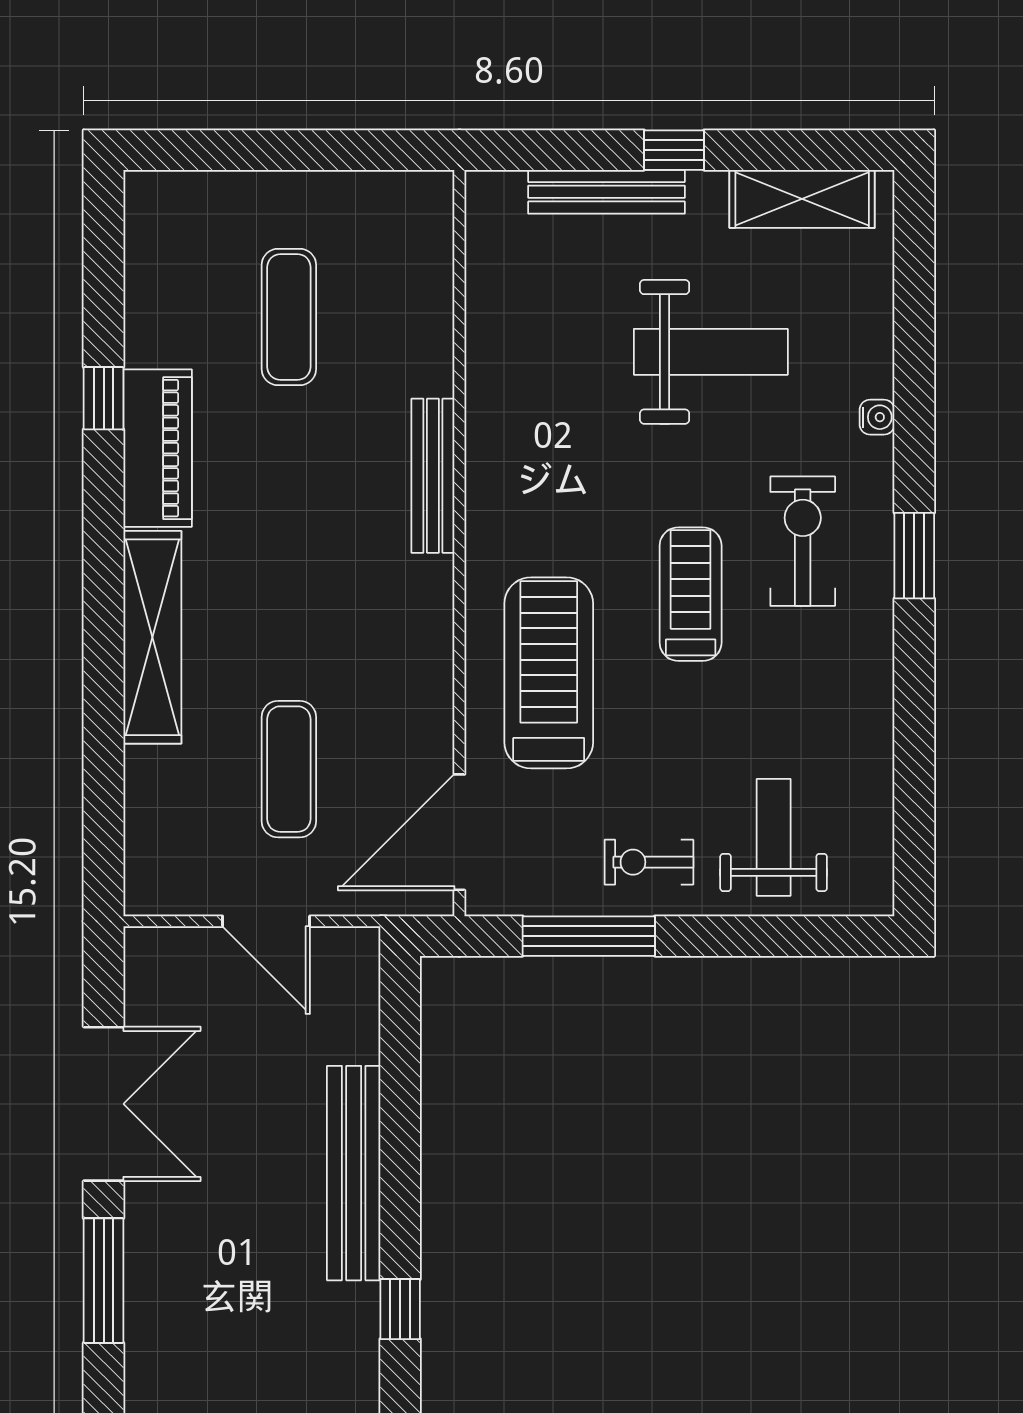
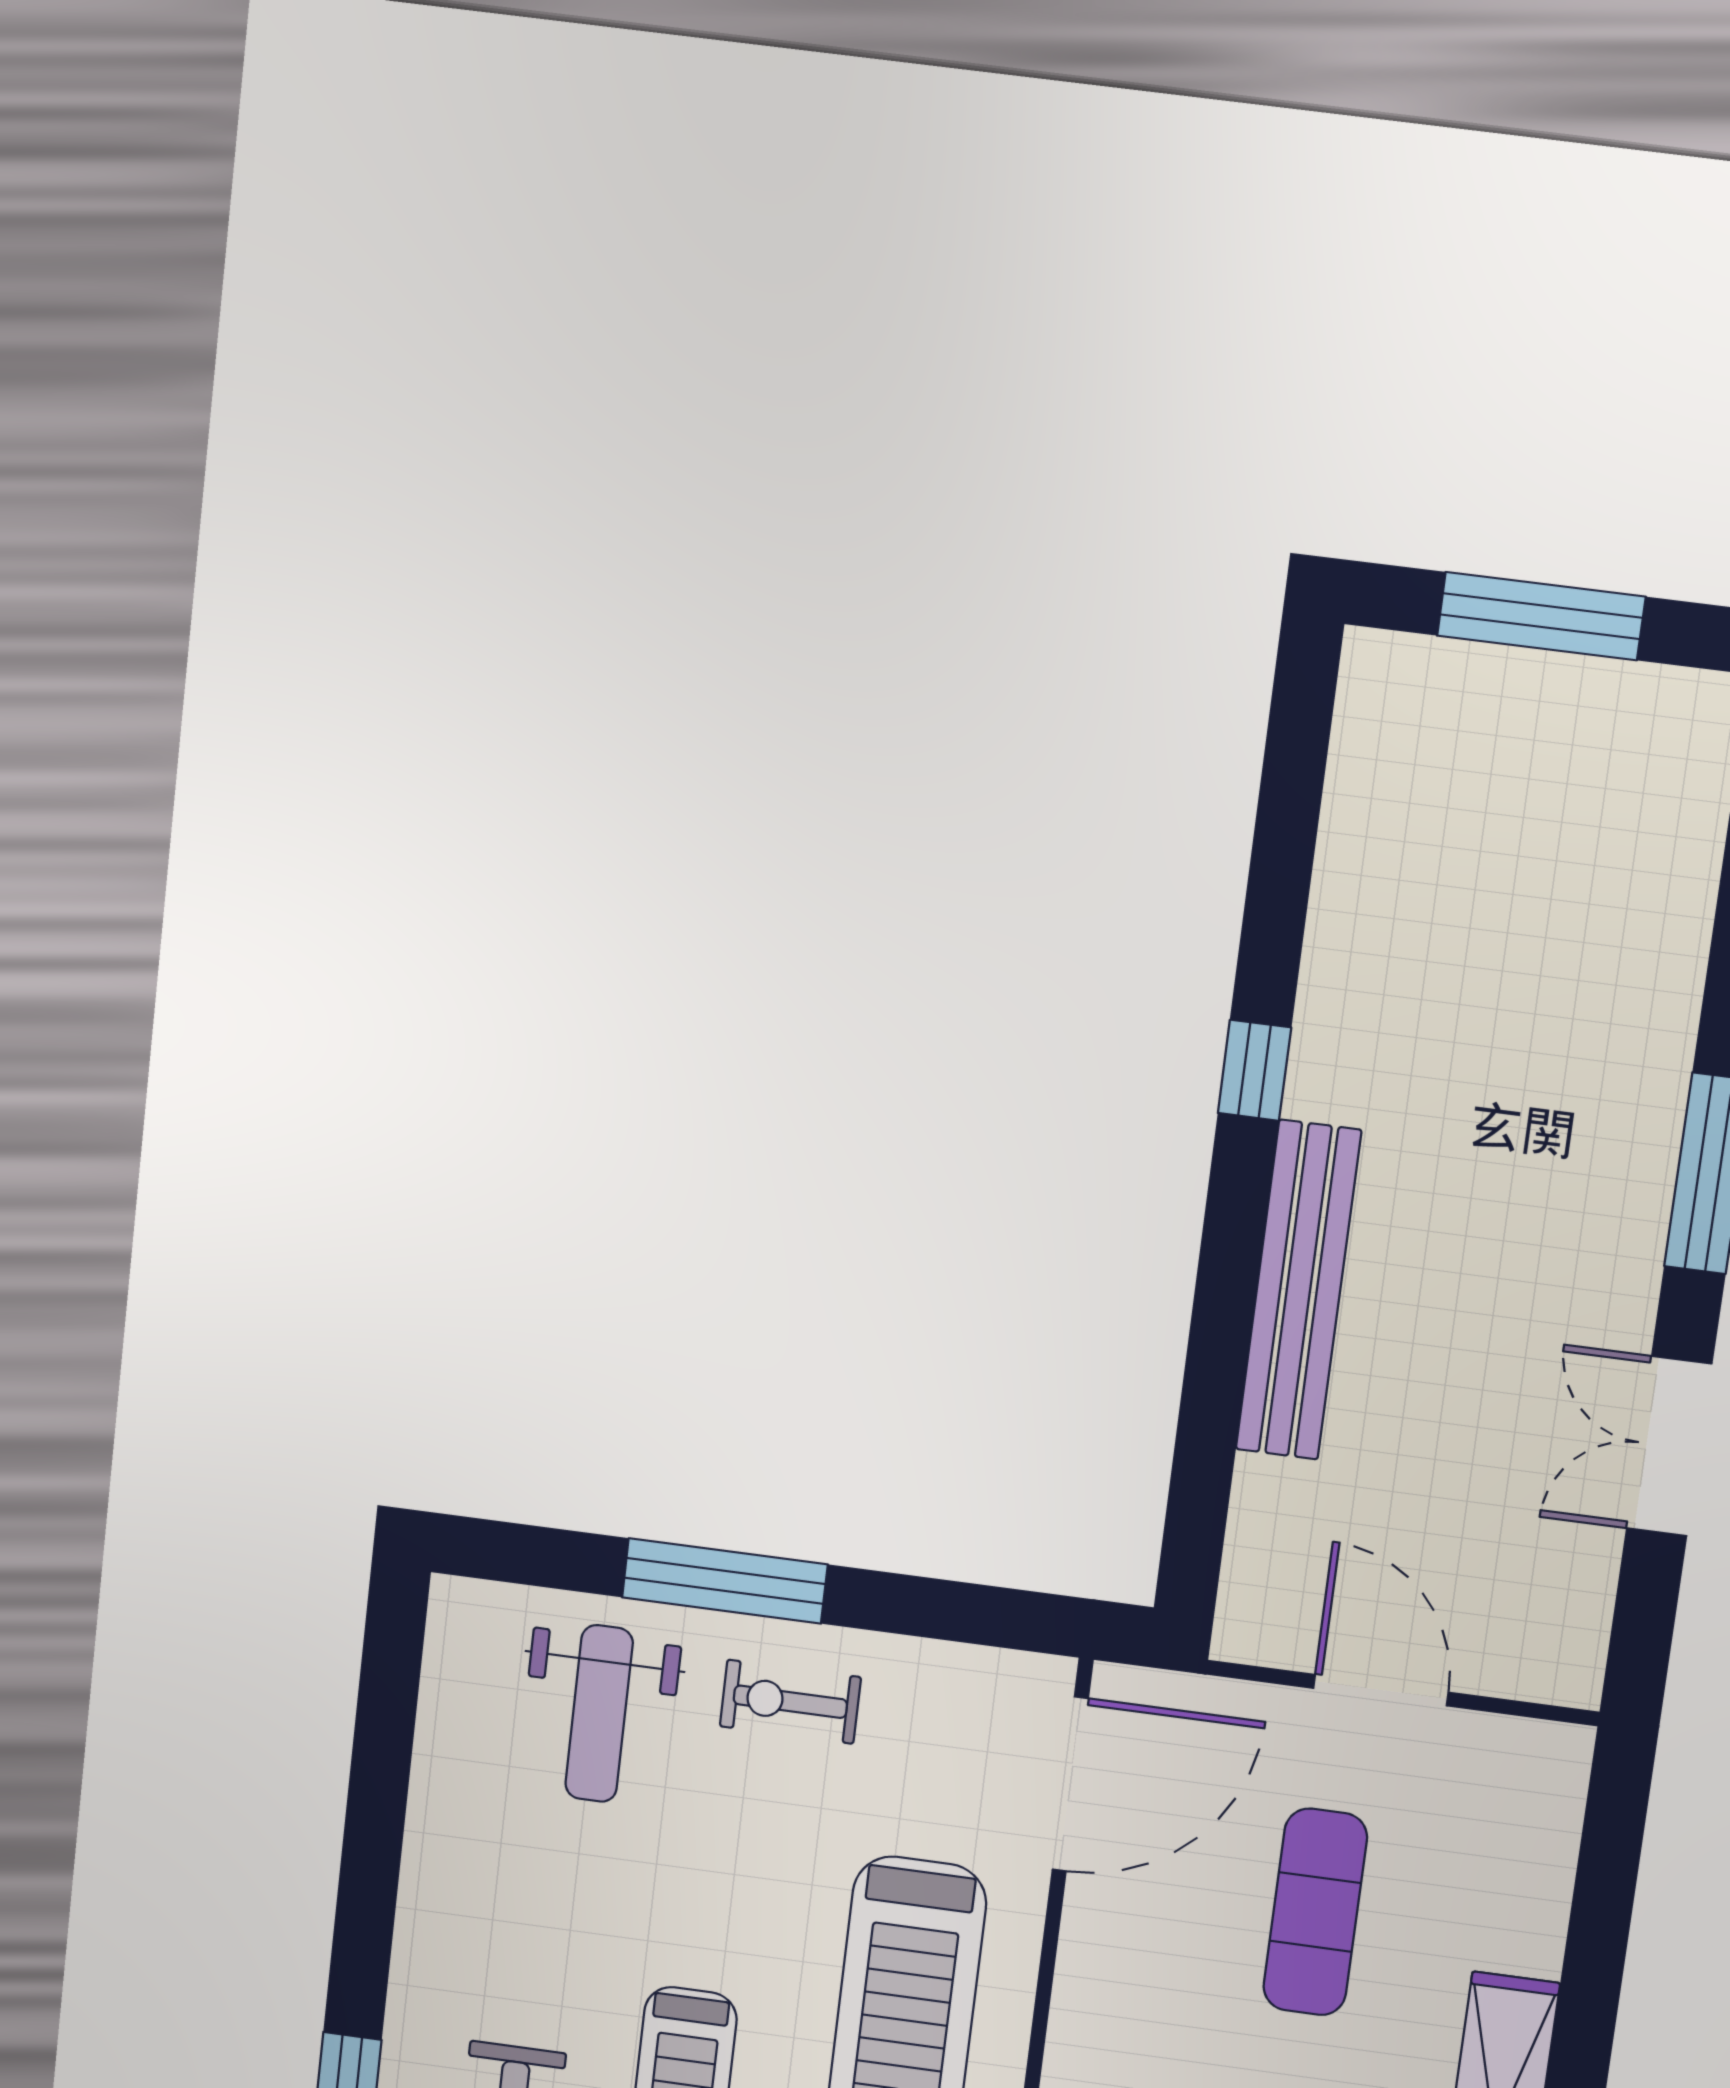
exercise bike: (649, 862) -> (790, 1702), turned 180
window: (589, 936) -> (725, 1581), moved
double door: (104, 1104) -> (1669, 1446), width x0.73

